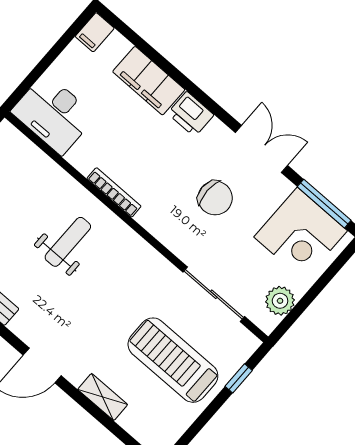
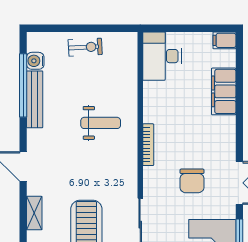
printer: (191, 114) -> (225, 129), removed
bookcase: (114, 192) -> (148, 145), moved

